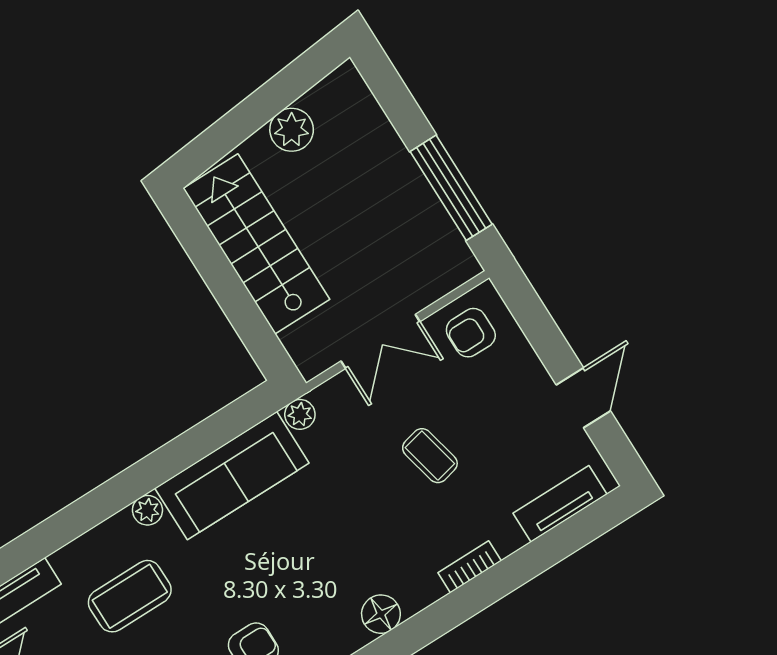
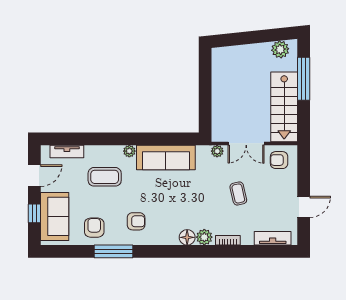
plant: (292, 130) -> (280, 49), moved
window: (451, 188) -> (304, 79), moved
stairs: (256, 244) -> (284, 107), moved, turned 180
plant: (300, 414) -> (217, 151), moved
plant: (416, 591) -> (204, 237), added

